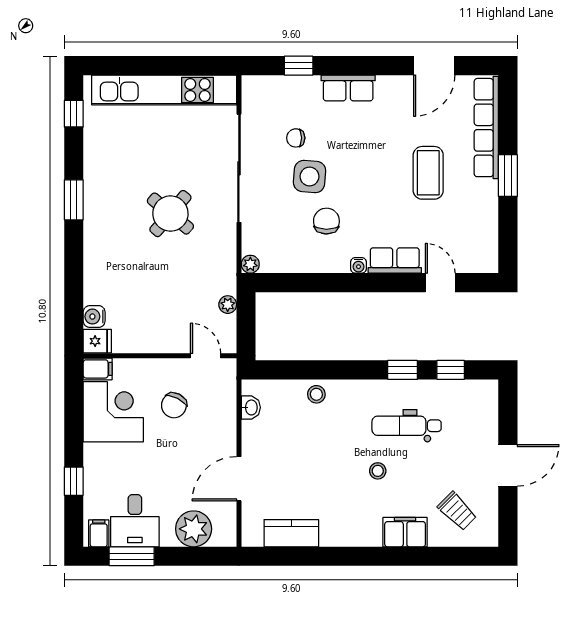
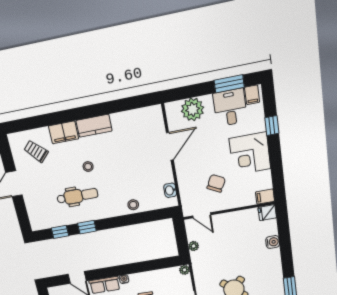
water cooler: (94, 317) -> (273, 242), moved
corner desk: (113, 412) -> (250, 154), moved
kitchen counter: (291, 533) -> (94, 126), moved

